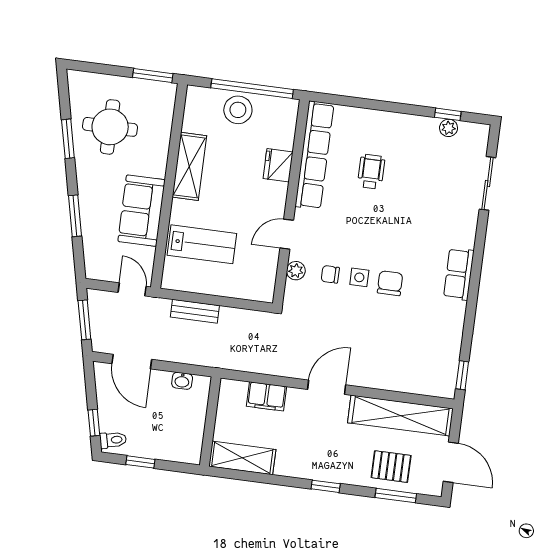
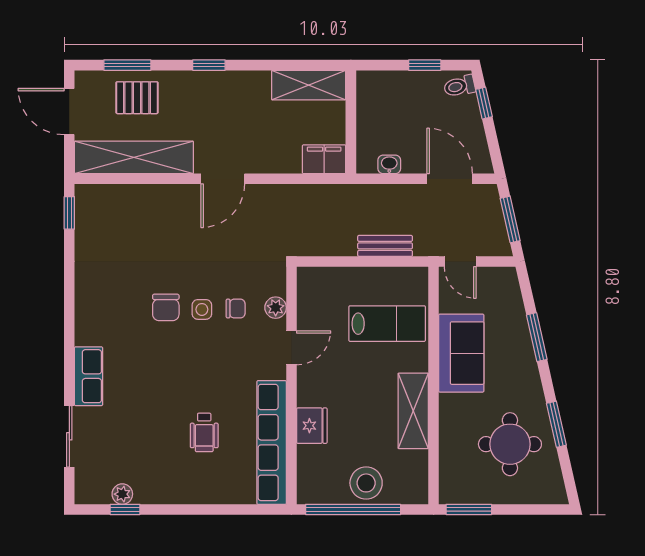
lab bench: (202, 244) -> (387, 324), turned 180
row of seats: (459, 274) -> (89, 376), moved
filing cabinet: (266, 396) -> (324, 159), moved

